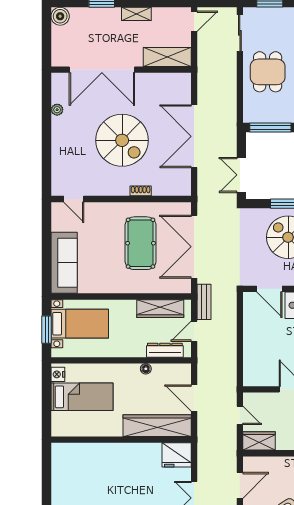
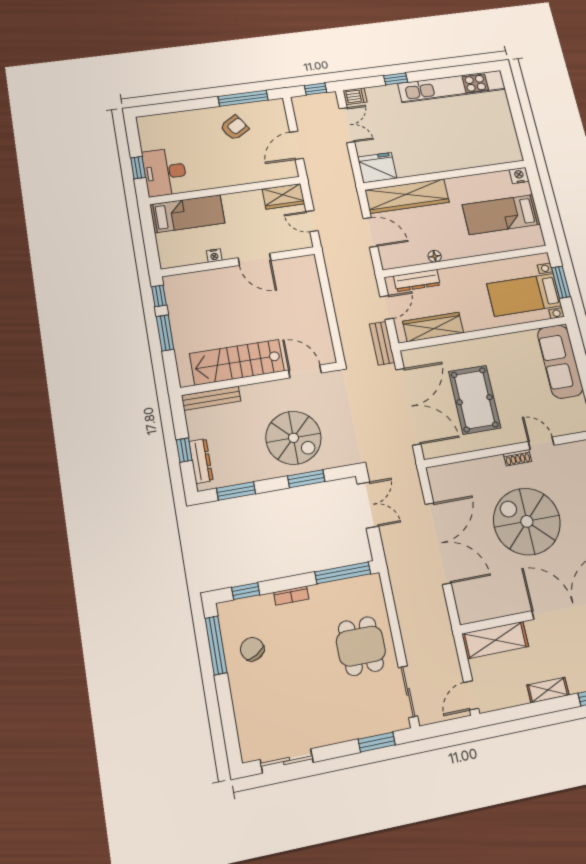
shoe rack: (141, 191) -> (518, 458), moved
door: (74, 199) -> (541, 443), moved
nightstand: (58, 374) -> (519, 175), moved, turned -90

